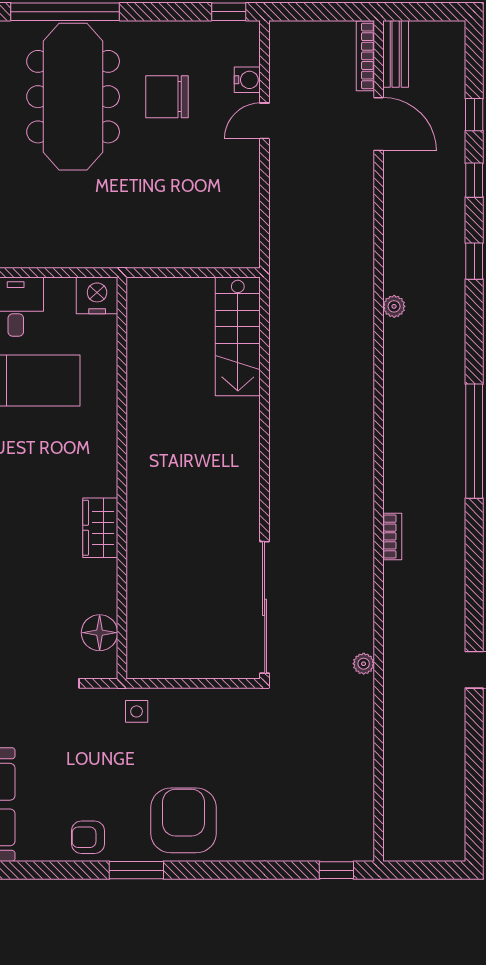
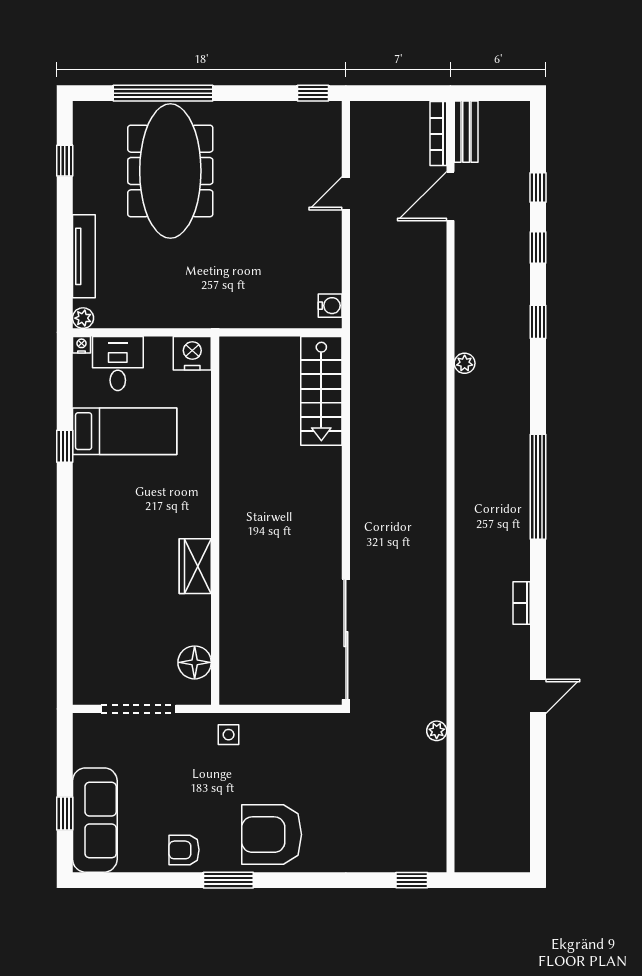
water cooler: (247, 80) -> (330, 306), moved
chair: (167, 97) -> (256, 171), removed
door: (379, 124) -> (450, 196), swing flipped
bookcase: (392, 536) -> (522, 603), moved, turned 180
plant: (364, 664) -> (437, 731), moved
armchair: (183, 820) -> (272, 835), turned -90

